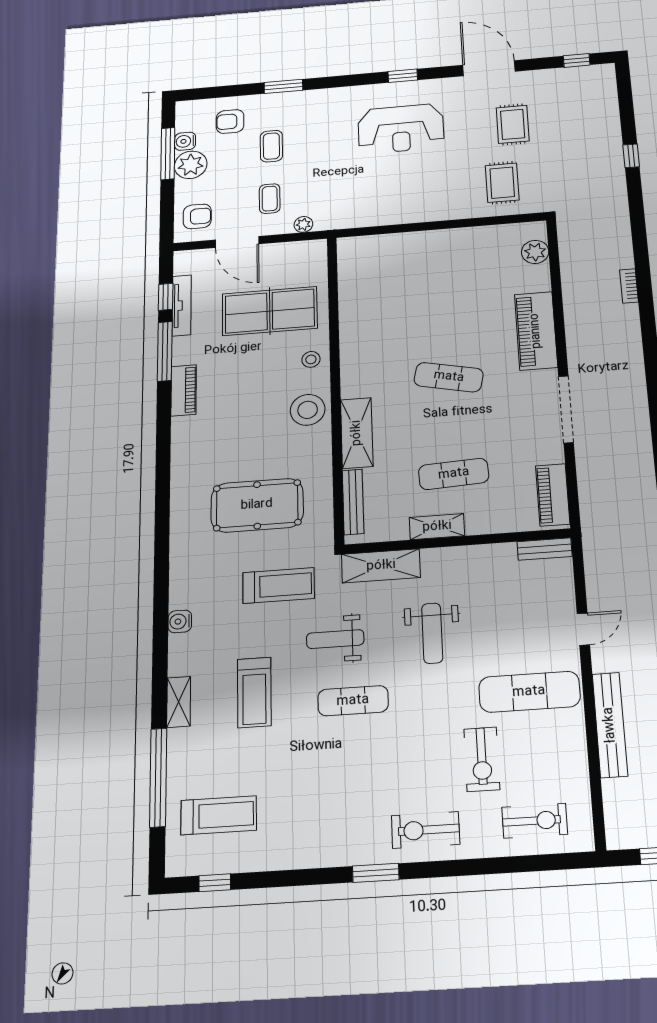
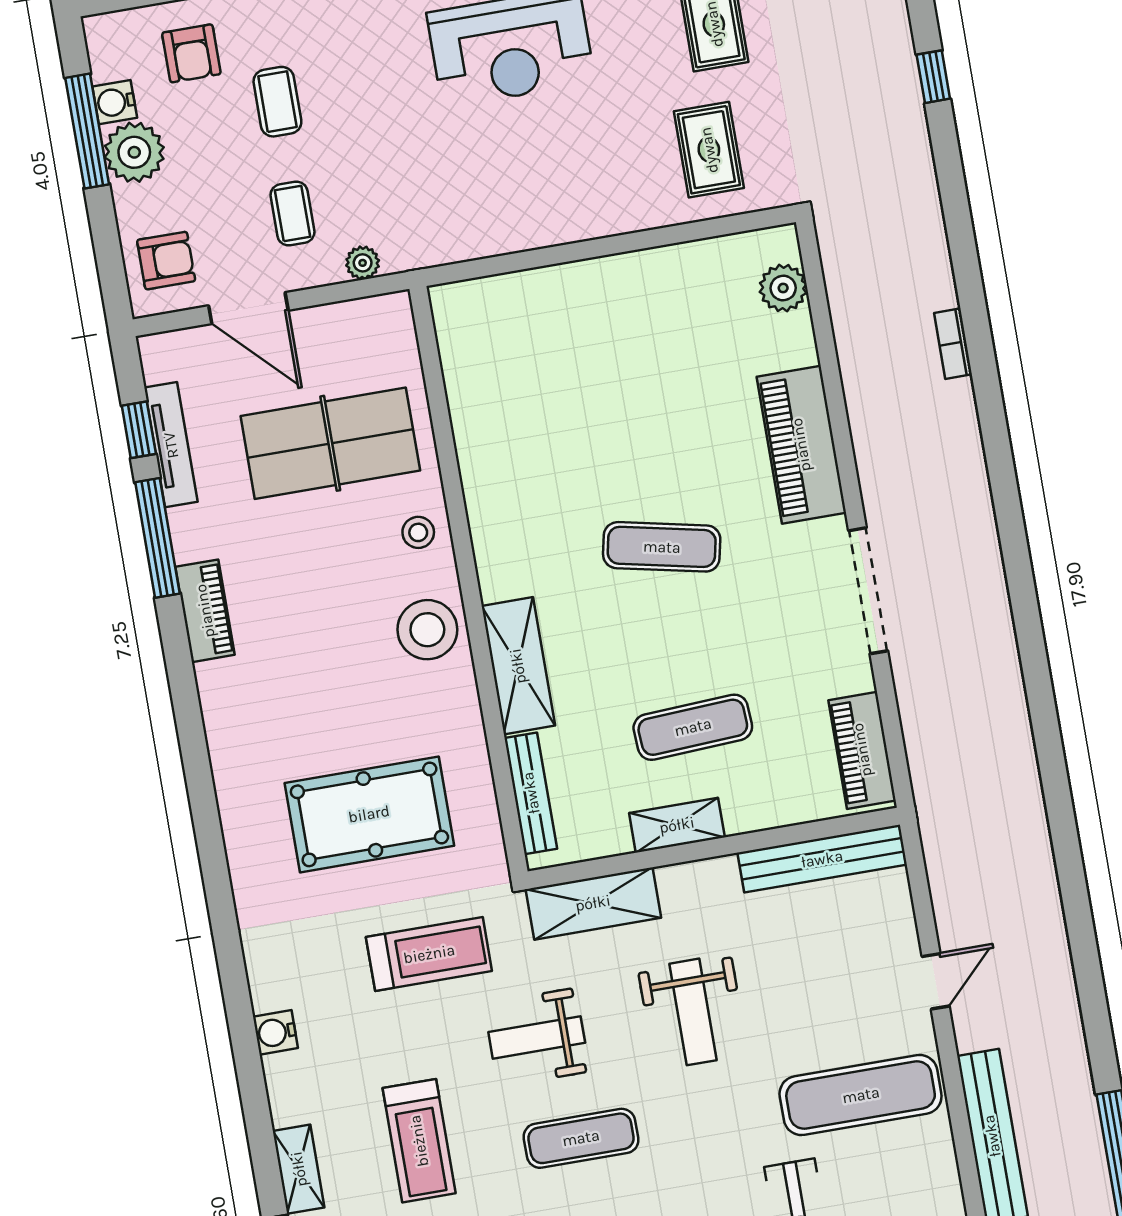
armchair: (230, 122) -> (191, 53), turned -90
bench: (544, 549) -> (822, 859), width x1.86, depth x1.21

